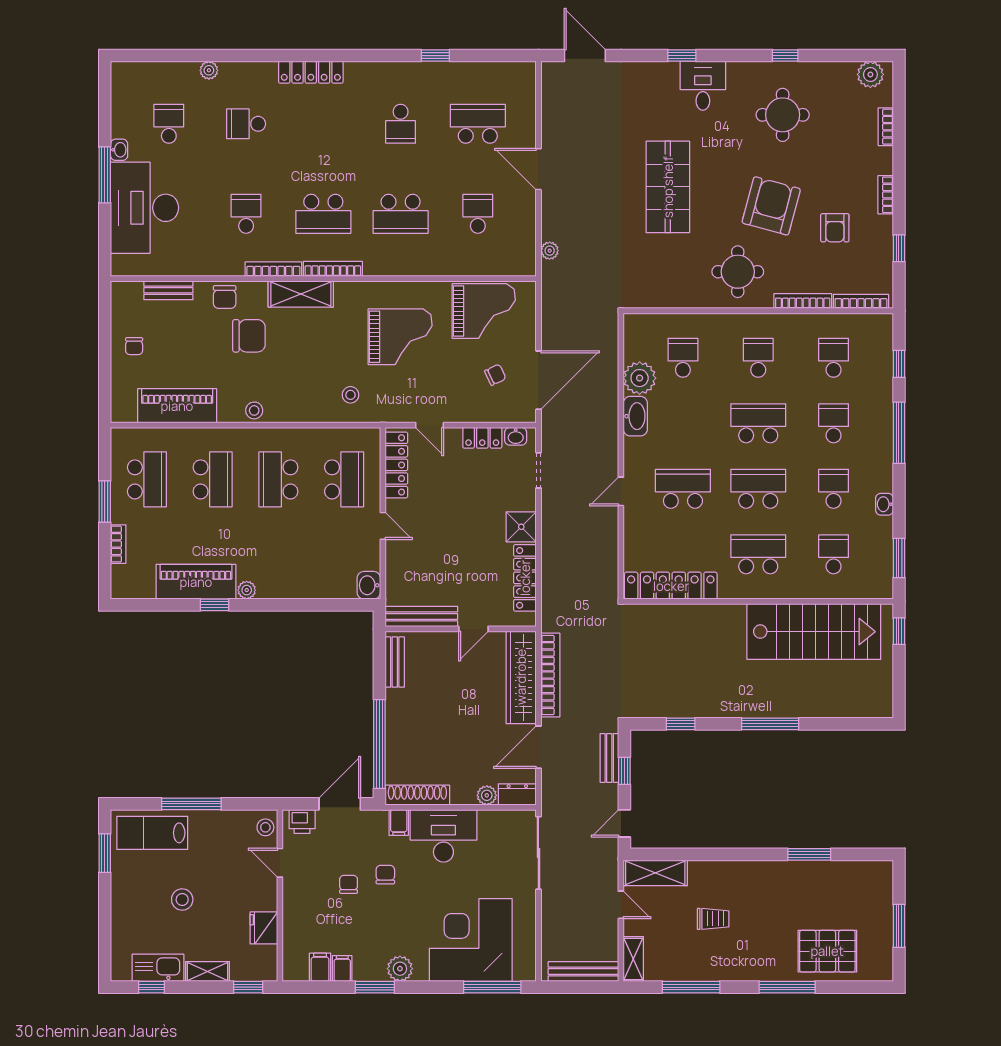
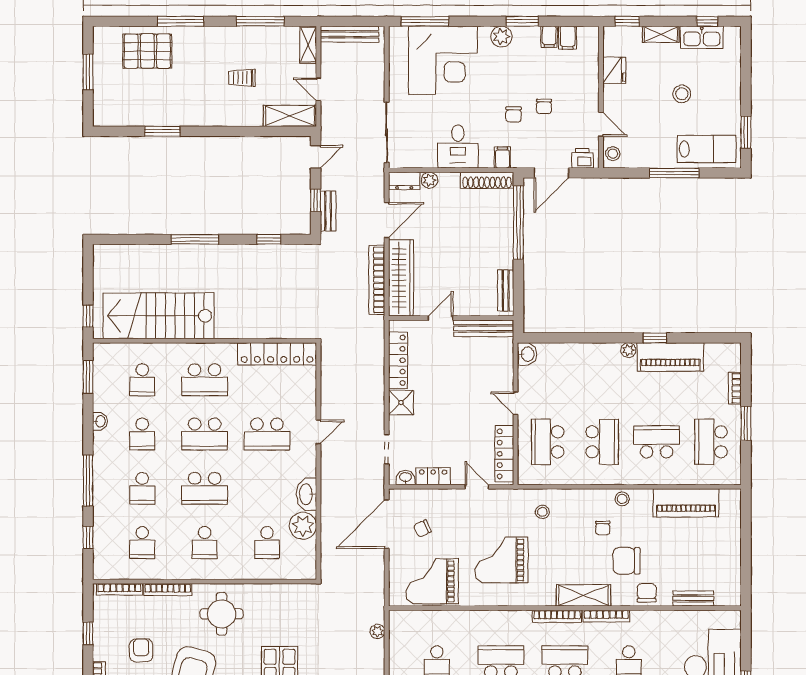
chair: (134, 346) -> (603, 528), moved, turned 180
school desk: (213, 479) -> (657, 442), turned 90
desk: (443, 836) -> (458, 147), width x0.73

